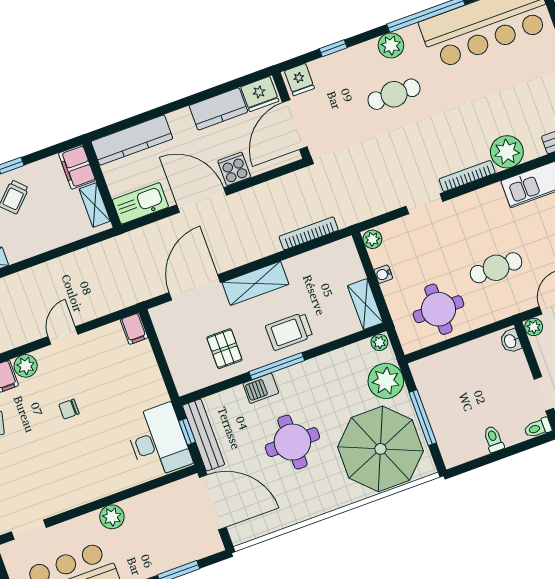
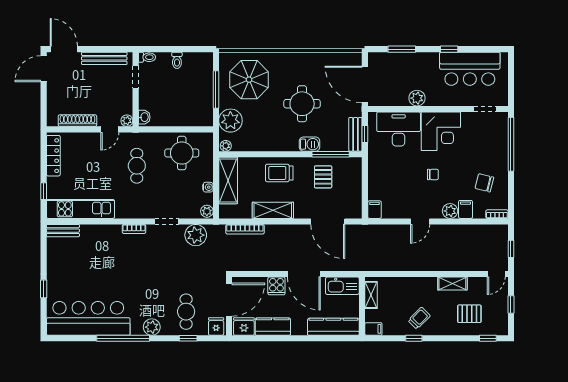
cafe table: (394, 94) -> (186, 312), moved, turned 90
plant: (507, 152) -> (196, 235), moved
filing cabinet: (77, 167) -> (373, 329), width x0.50
bookcase: (467, 176) -> (134, 229), width x0.64
cafe table: (496, 268) -> (137, 166), turned 90
shelving: (255, 283) -> (273, 210), moved
door: (195, 287) -> (328, 221), hinge flipped
shelving: (365, 304) -> (228, 180), width x1.50, depth x1.33
trolley: (289, 331) -> (279, 173), turned 180
window: (277, 366) -> (331, 154), moved
bench: (204, 435) -> (355, 134), width x0.73
desk: (158, 441) -> (399, 129), moved, turned 90
parasol: (381, 449) -> (249, 80), width x0.73, depth x0.73
corner desk: (80, 475) -> (441, 131), added
plant: (112, 517) -> (417, 98), moved

